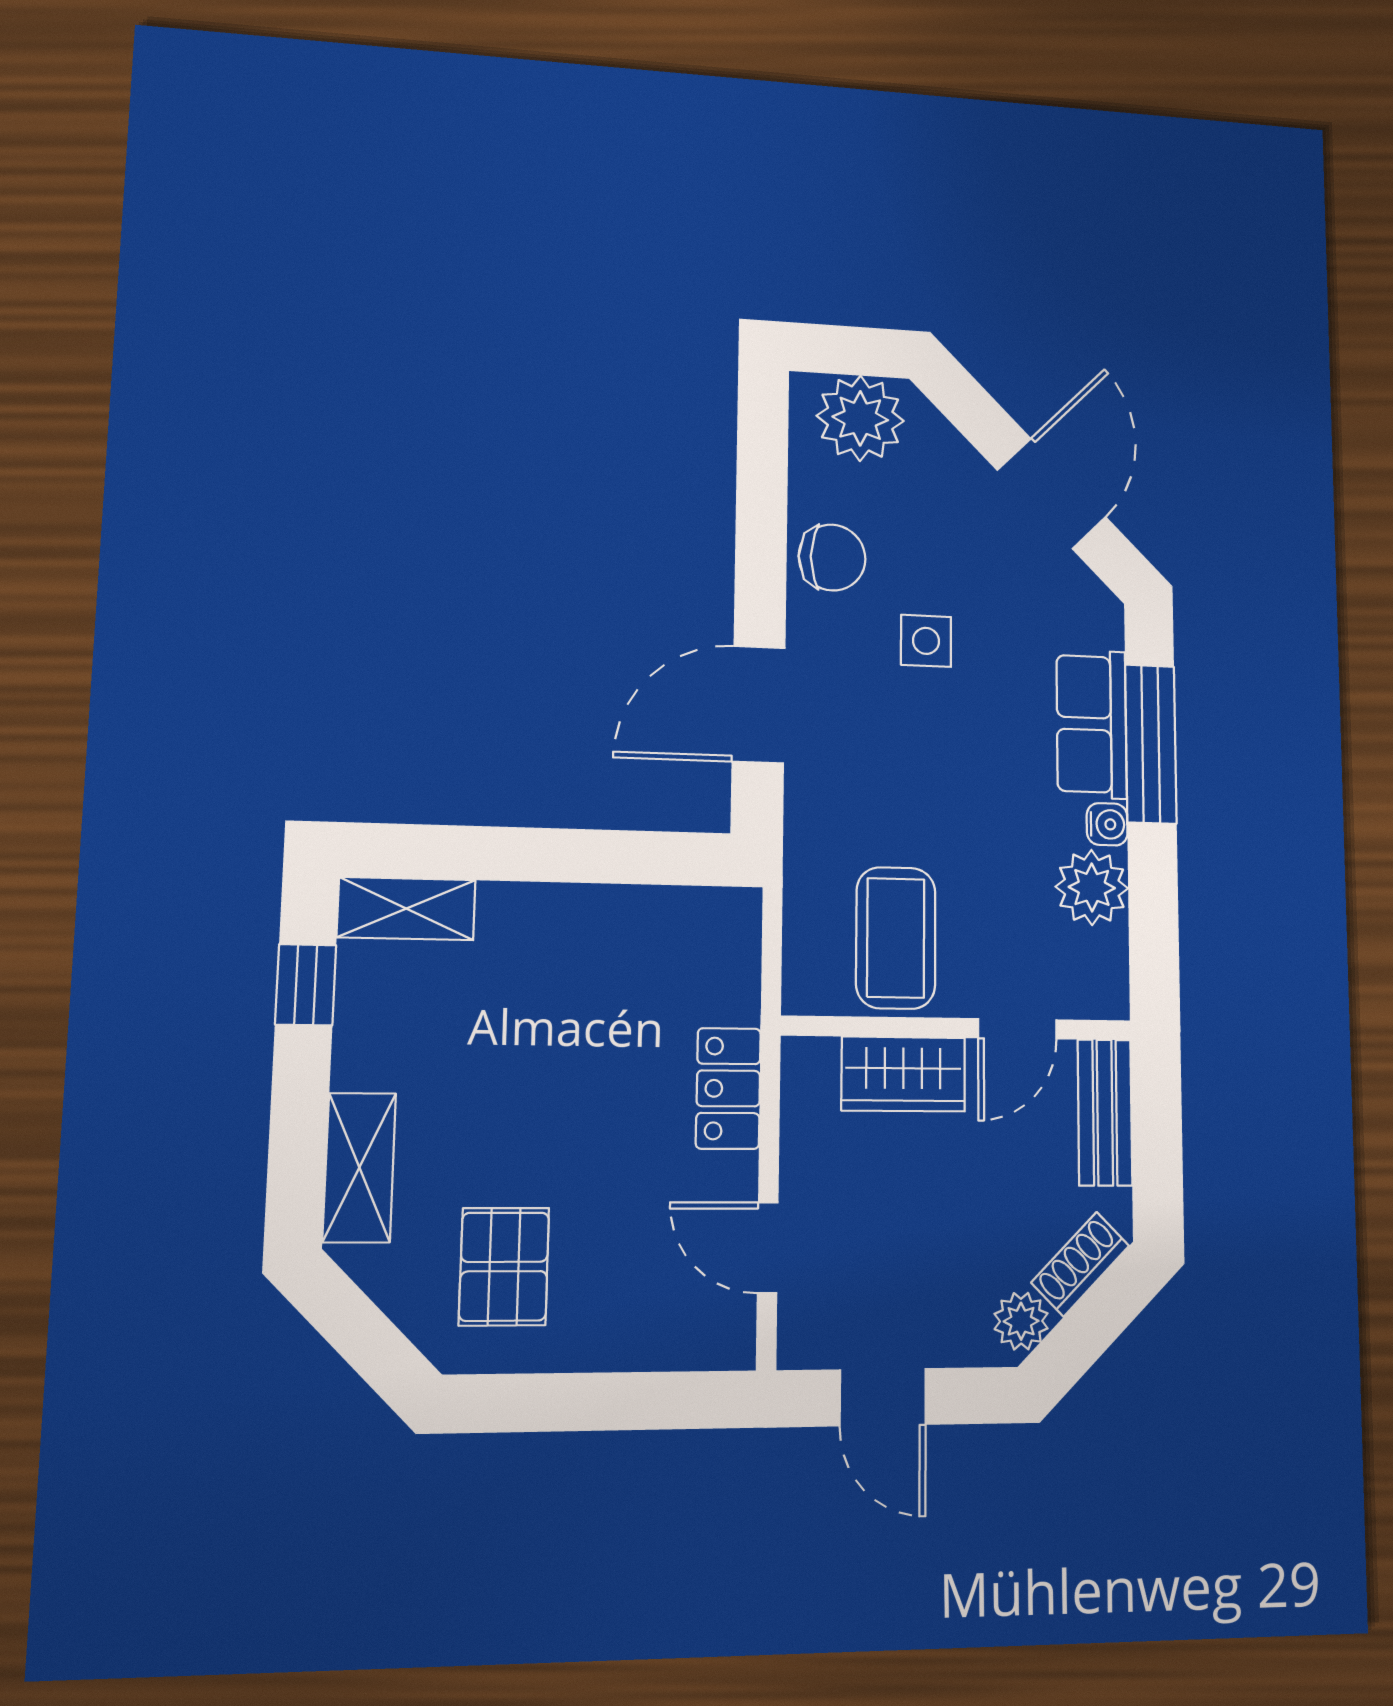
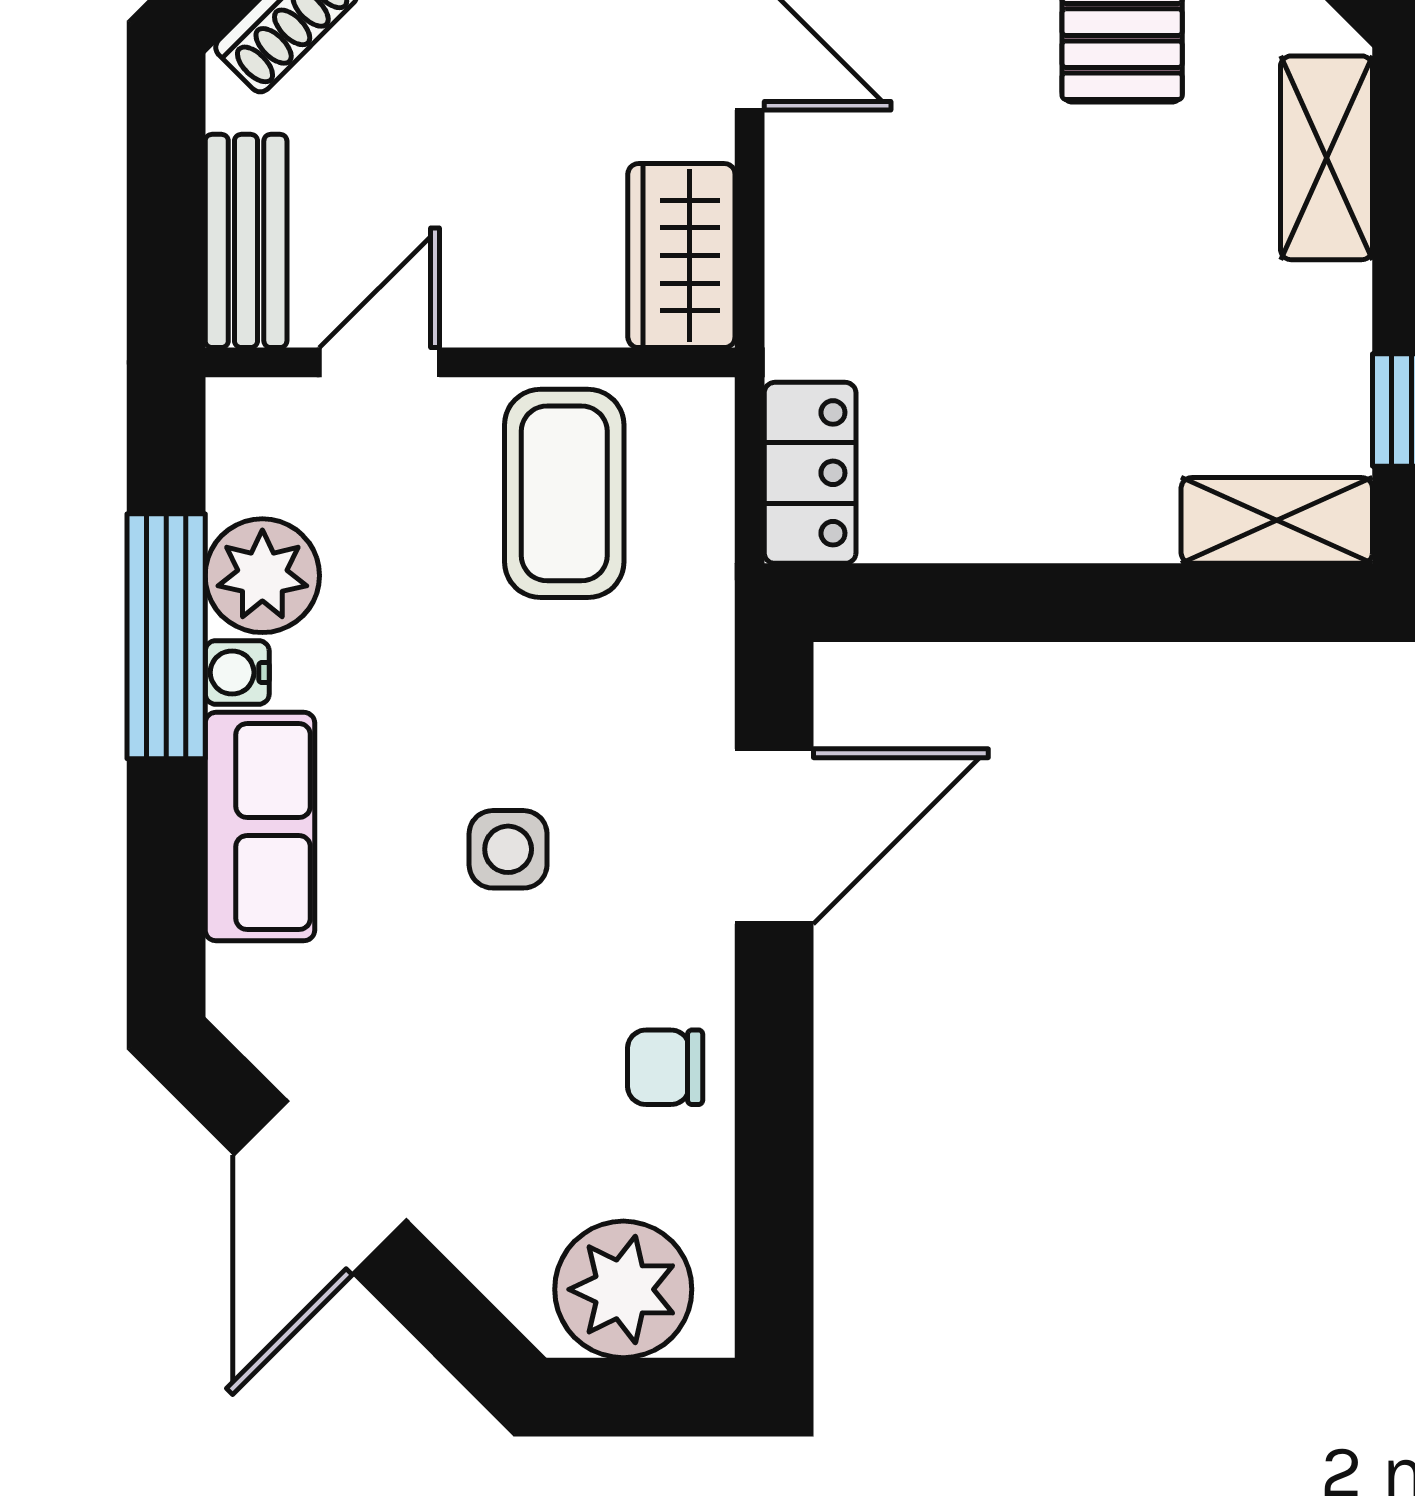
chair: (832, 558) -> (665, 1067), width x0.73, depth x0.73
side table: (926, 641) -> (508, 849), moved
window: (1151, 744) -> (166, 636), moved
wardrobe: (903, 1074) -> (681, 256), moved, turned -90
locker: (728, 1088) -> (810, 473), moved

